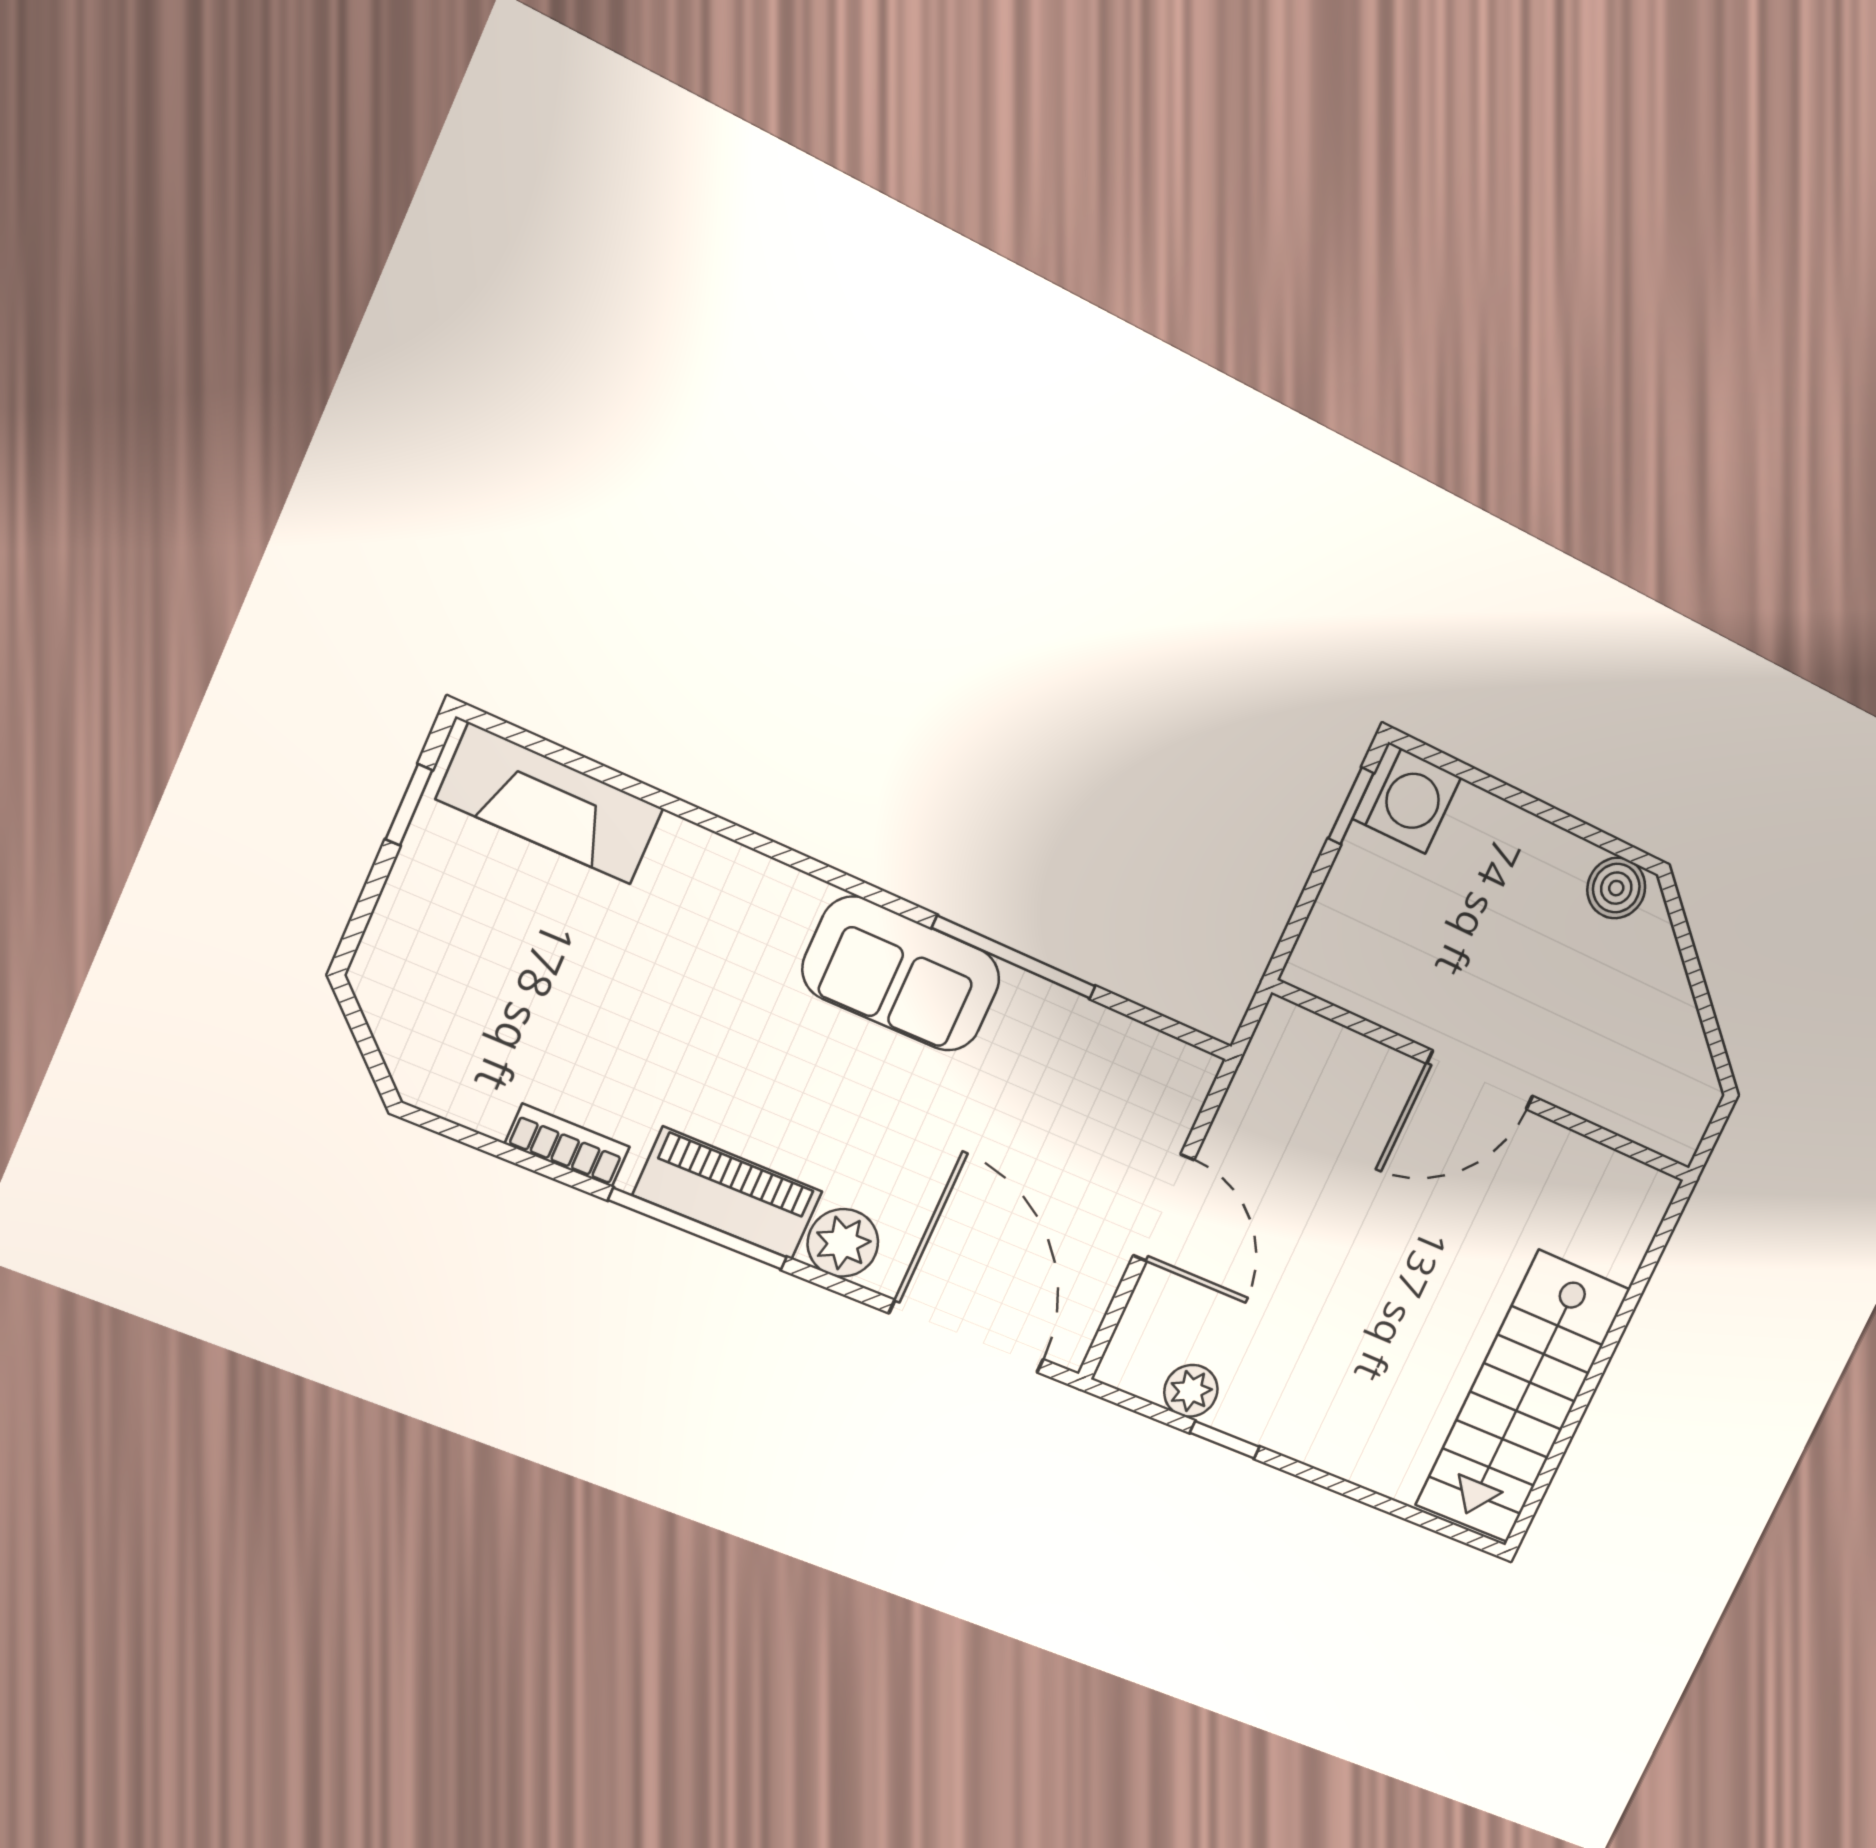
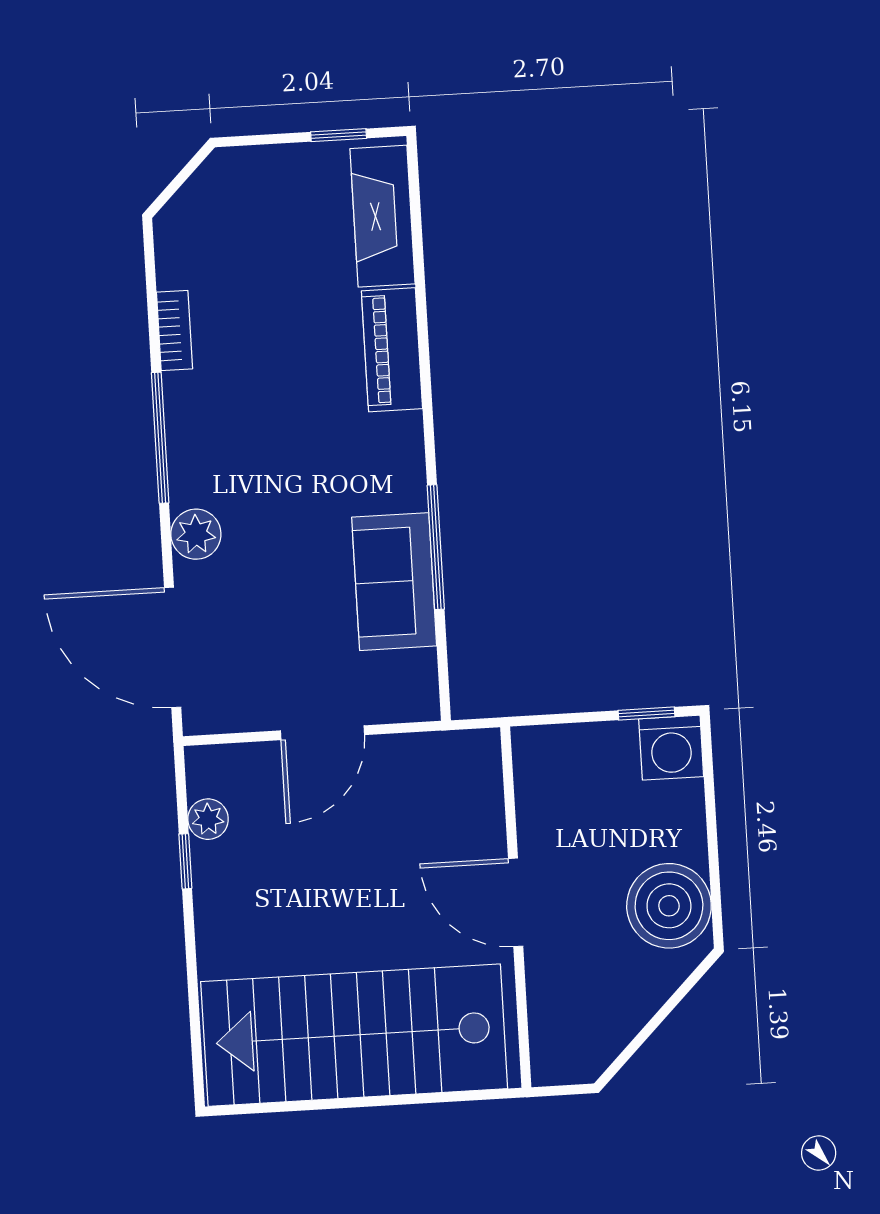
boiler: (1616, 888) -> (669, 906), width x1.86, depth x1.86
sofa: (901, 974) -> (394, 582), moved
piano: (728, 1193) -> (392, 350), moved, turned 180
door: (967, 1336) -> (173, 647), swing flipped
stairs: (1523, 1397) -> (354, 1035), width x1.36, depth x1.51

